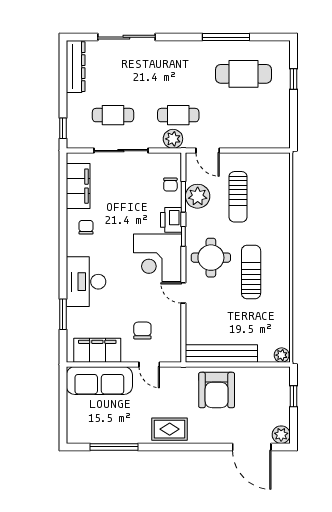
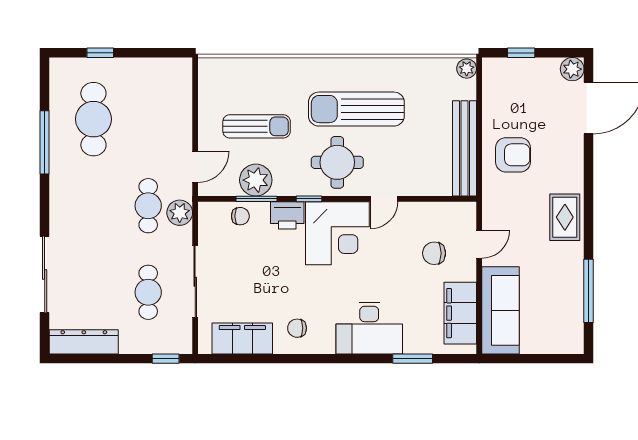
sun lounger: (251, 272) -> (356, 109), width x1.36, depth x1.34
armchair: (217, 390) -> (513, 155), width x0.73, depth x0.73

